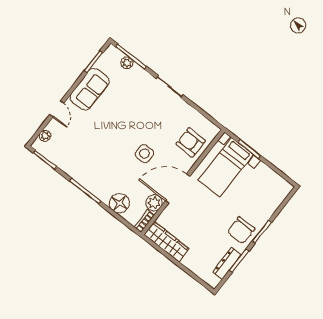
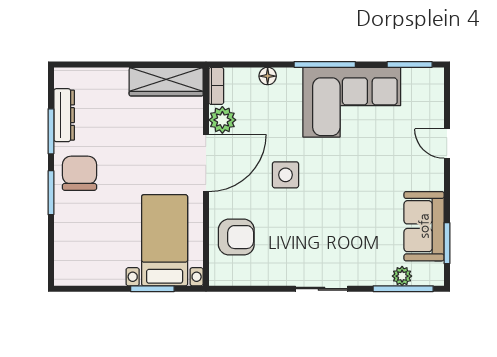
sofa: (89, 89) -> (424, 226), moved
plant: (45, 136) -> (435, 96), removed
corner sofa: (86, 163) -> (352, 102), added
floor lamp: (119, 203) -> (268, 76), width x0.53, depth x0.53

